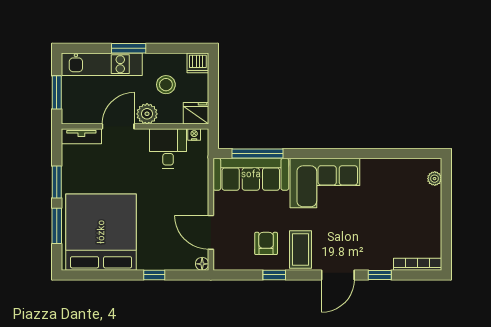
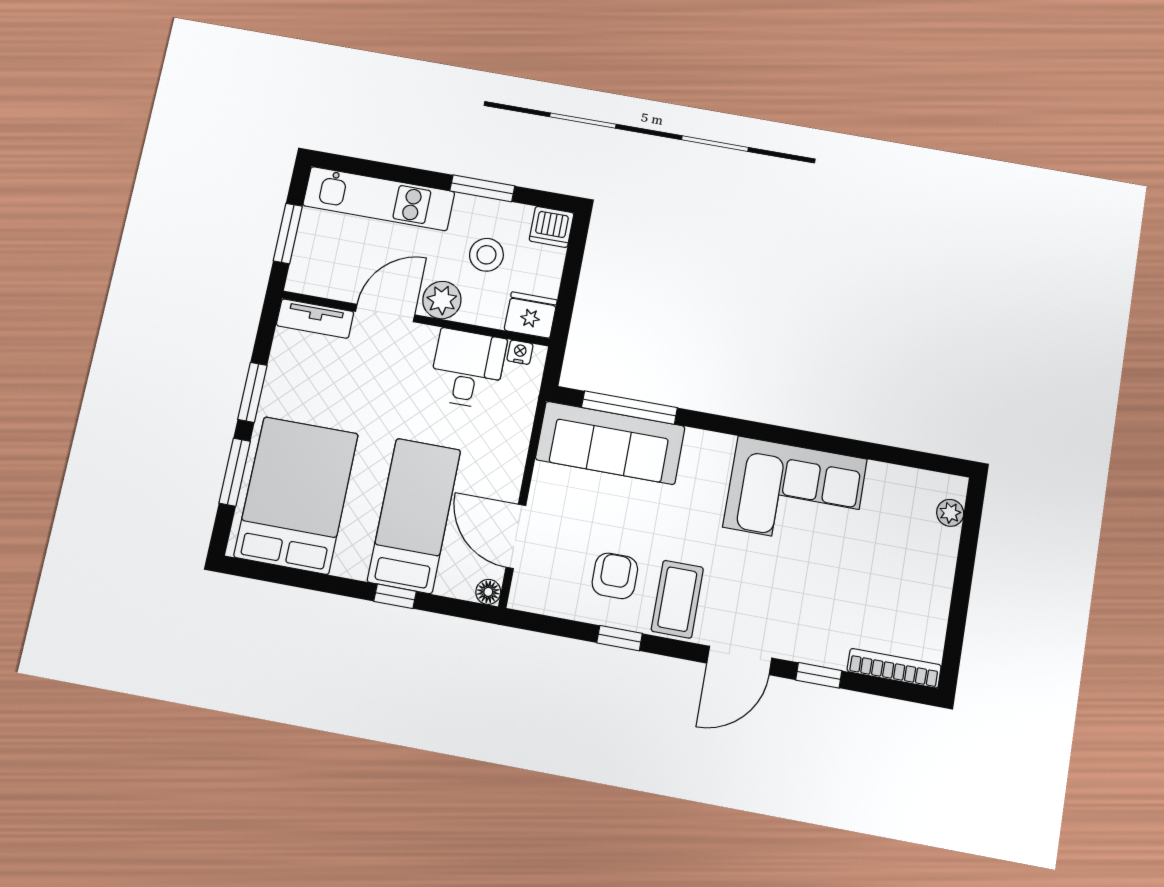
window: (129, 48) -> (482, 188), moved
corner sofa: (325, 183) -> (795, 493), moved
bed: (156, 231) -> (414, 516), added
bed: (101, 232) -> (296, 495), width x0.73

